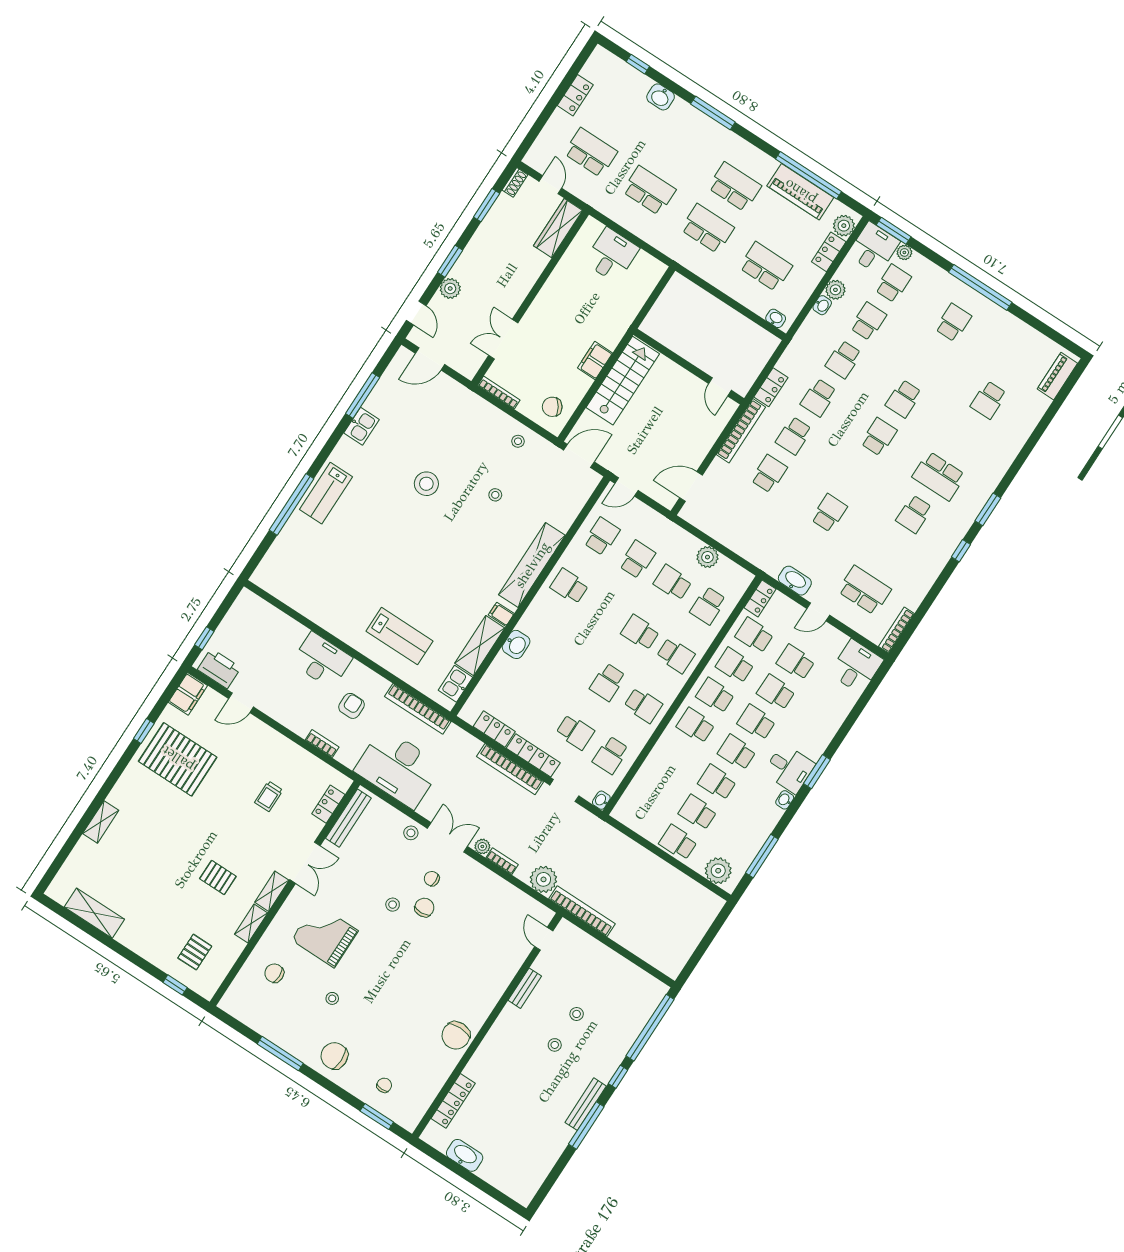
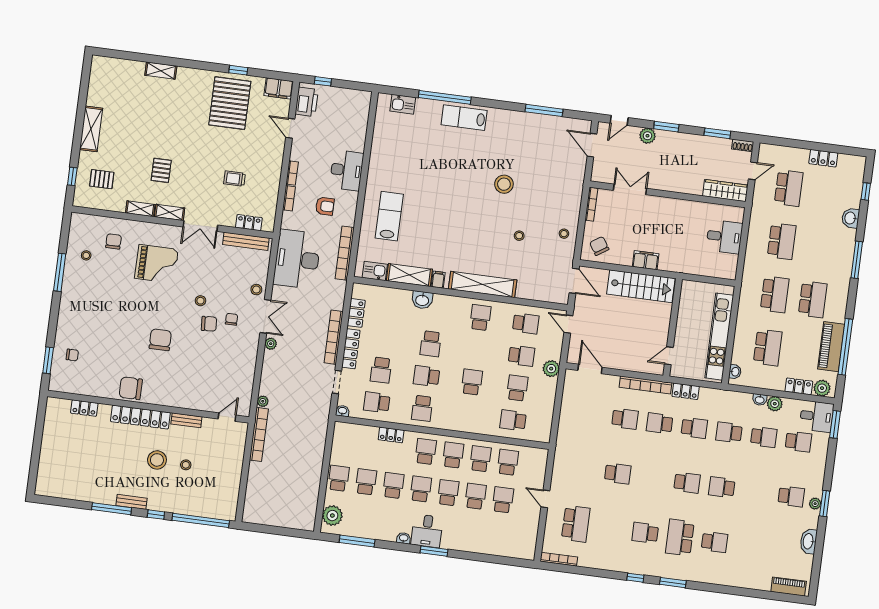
plant: (904, 252) -> (815, 504), moved
window: (980, 287) -> (825, 503), width x0.47
kitchen unit: (726, 317) -> (719, 337), added
school desk: (819, 398) -> (694, 428), turned 180
school desk: (989, 400) -> (715, 542), moved, turned 180
kitchen sink: (362, 426) -> (403, 104), moved
plant: (707, 557) -> (551, 369), moved
washbasin: (795, 581) -> (808, 541), moved, turned 180
locker: (760, 598) -> (391, 435), moved
lab bench: (400, 636) -> (389, 216), turned 180
school desk: (676, 655) -> (431, 344), moved
desk: (856, 667) -> (520, 543), removed
bookcase: (502, 861) -> (292, 173), moved
plant: (543, 879) -> (263, 401), width x0.53, depth x0.53
shelving: (94, 913) -> (91, 129), moved
grand piano: (325, 935) -> (157, 264), turned 90
stool: (332, 998) -> (86, 255), moved
locker: (495, 1040) -> (140, 417), added
stool: (555, 1045) -> (157, 460), width x1.89, depth x1.89
chair: (334, 1056) -> (160, 340), moved
locker: (453, 1101) -> (84, 408), width x0.66
bench: (586, 1104) -> (132, 502), width x0.73
washbasin: (465, 1155) -> (50, 434), removed

